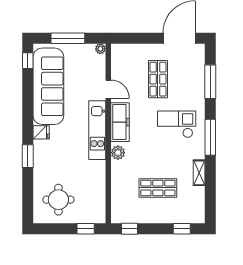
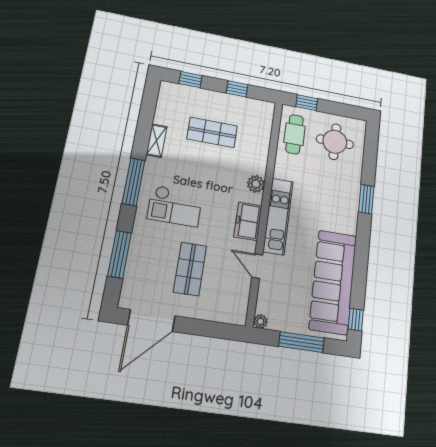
freezer: (120, 122) -> (248, 221), width x0.71
fridge: (41, 132) -> (348, 225), removed
cafe table: (92, 199) -> (295, 134), added
window: (130, 229) -> (237, 89), moved

